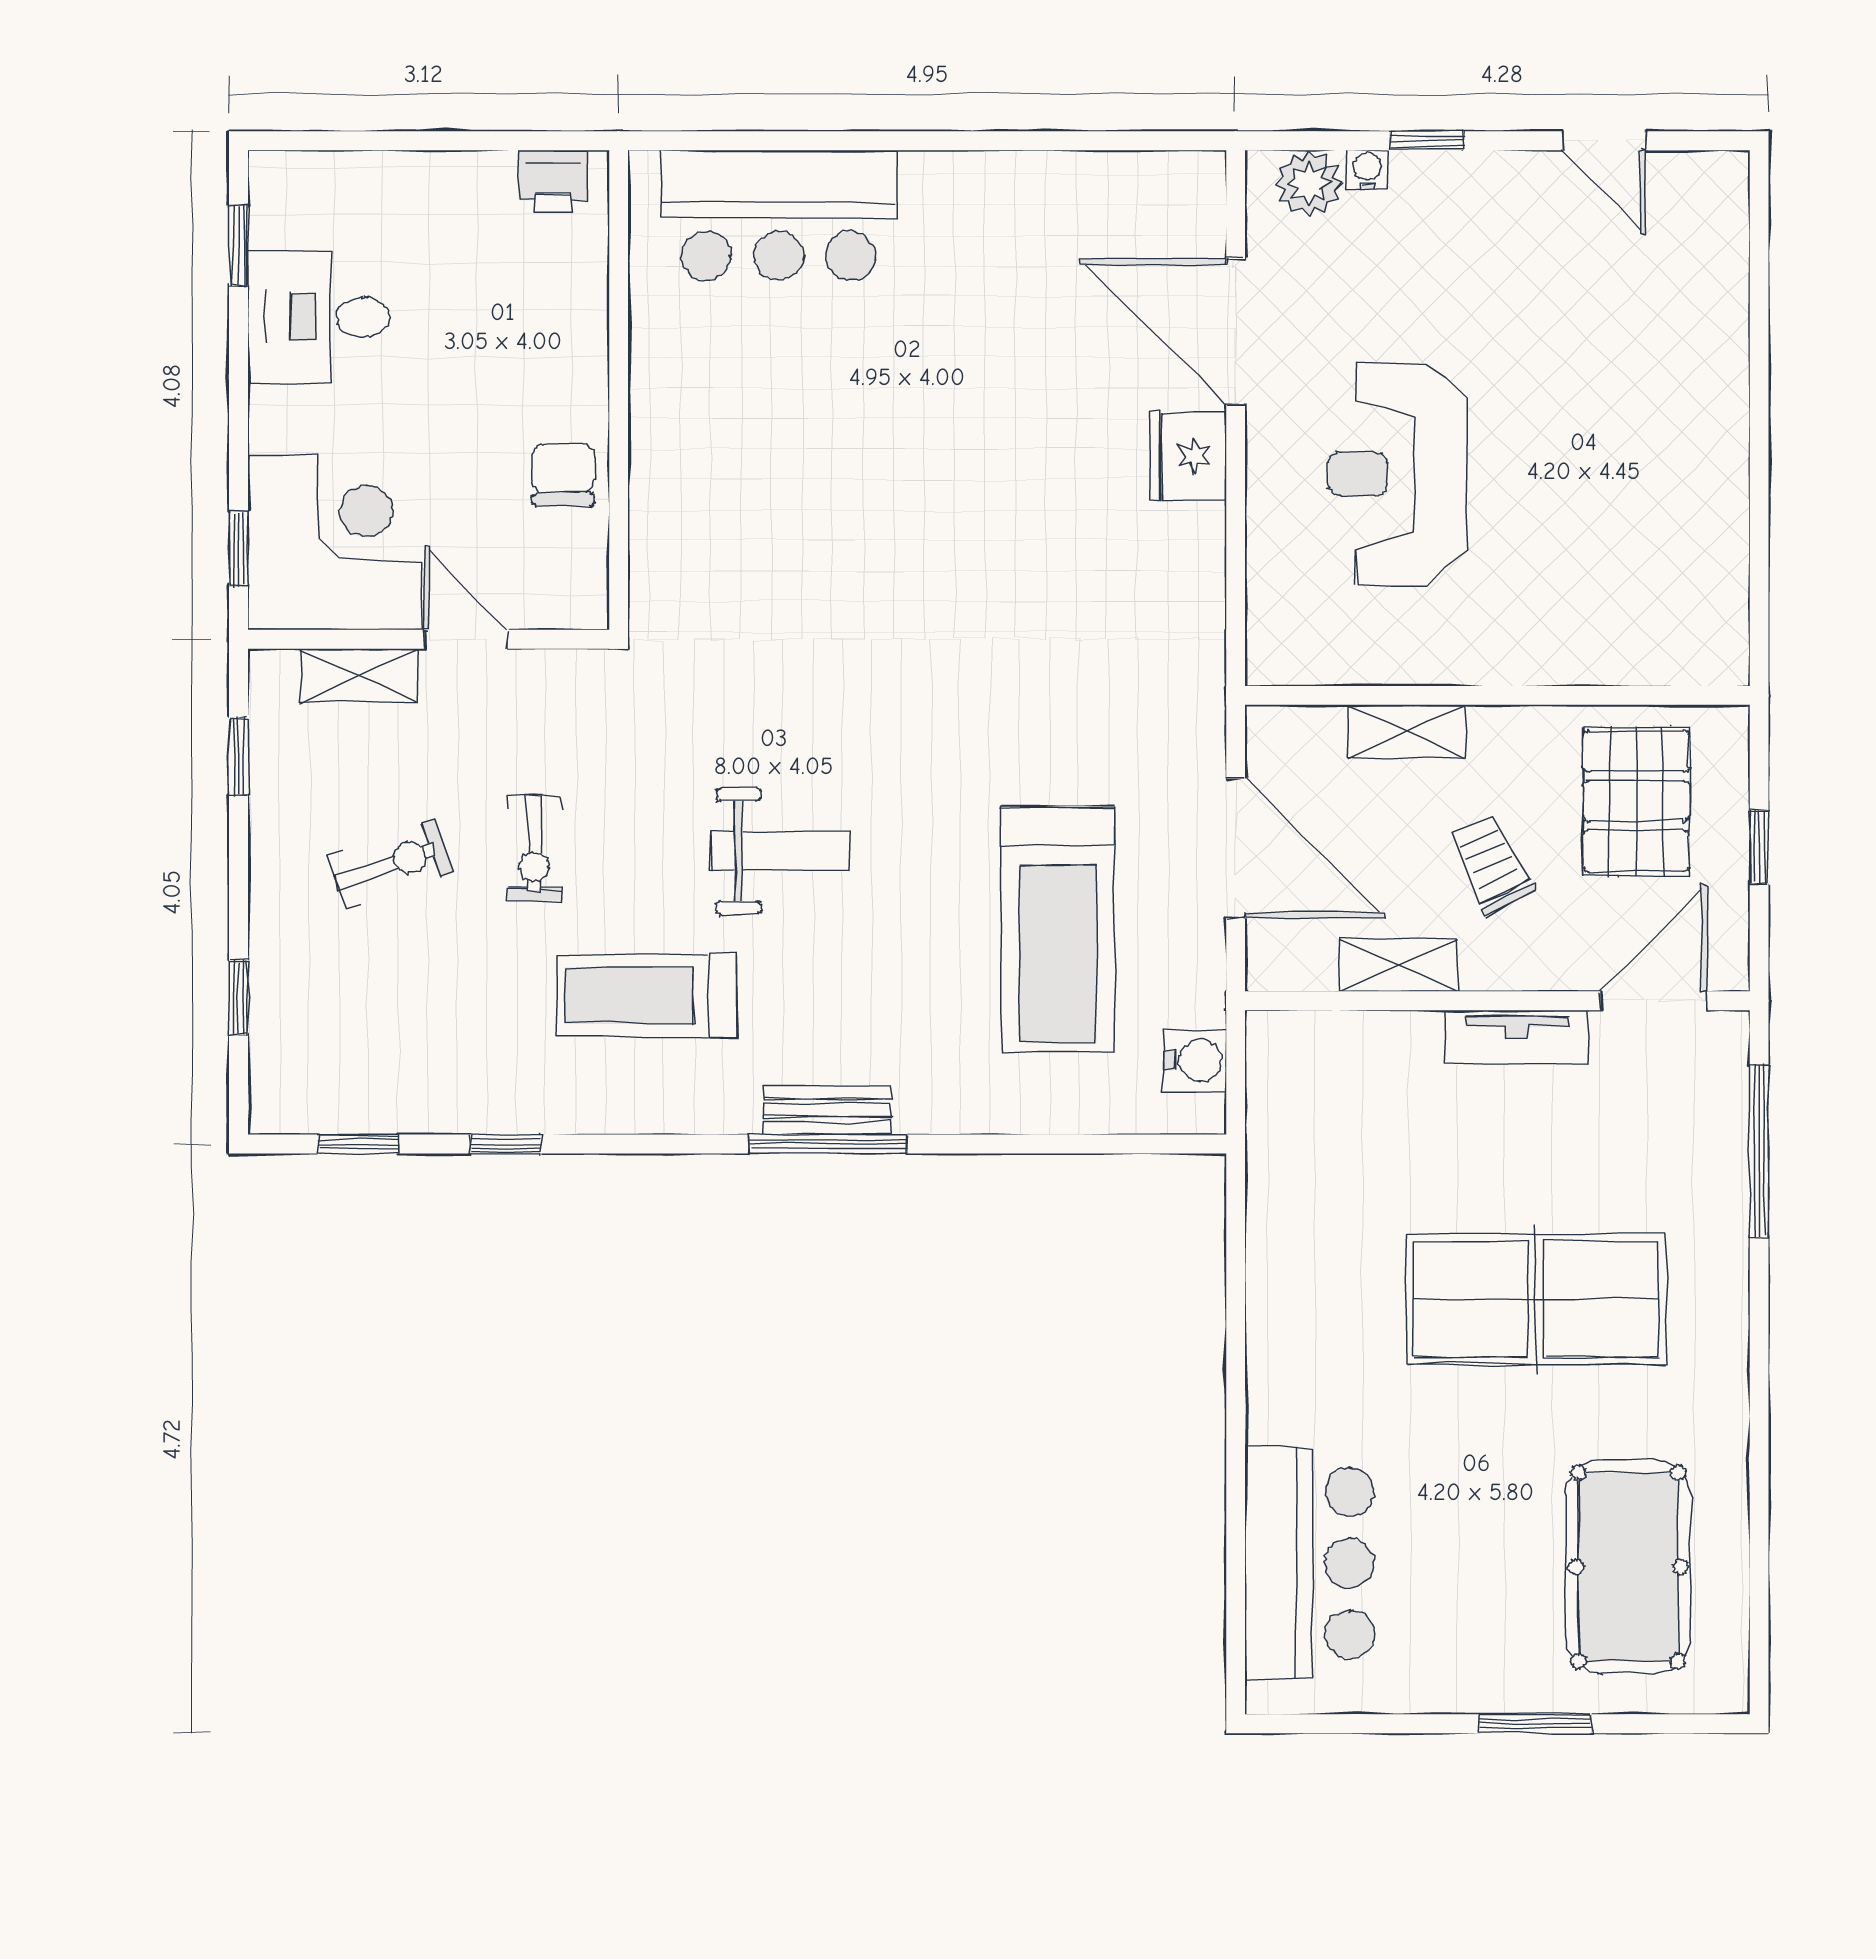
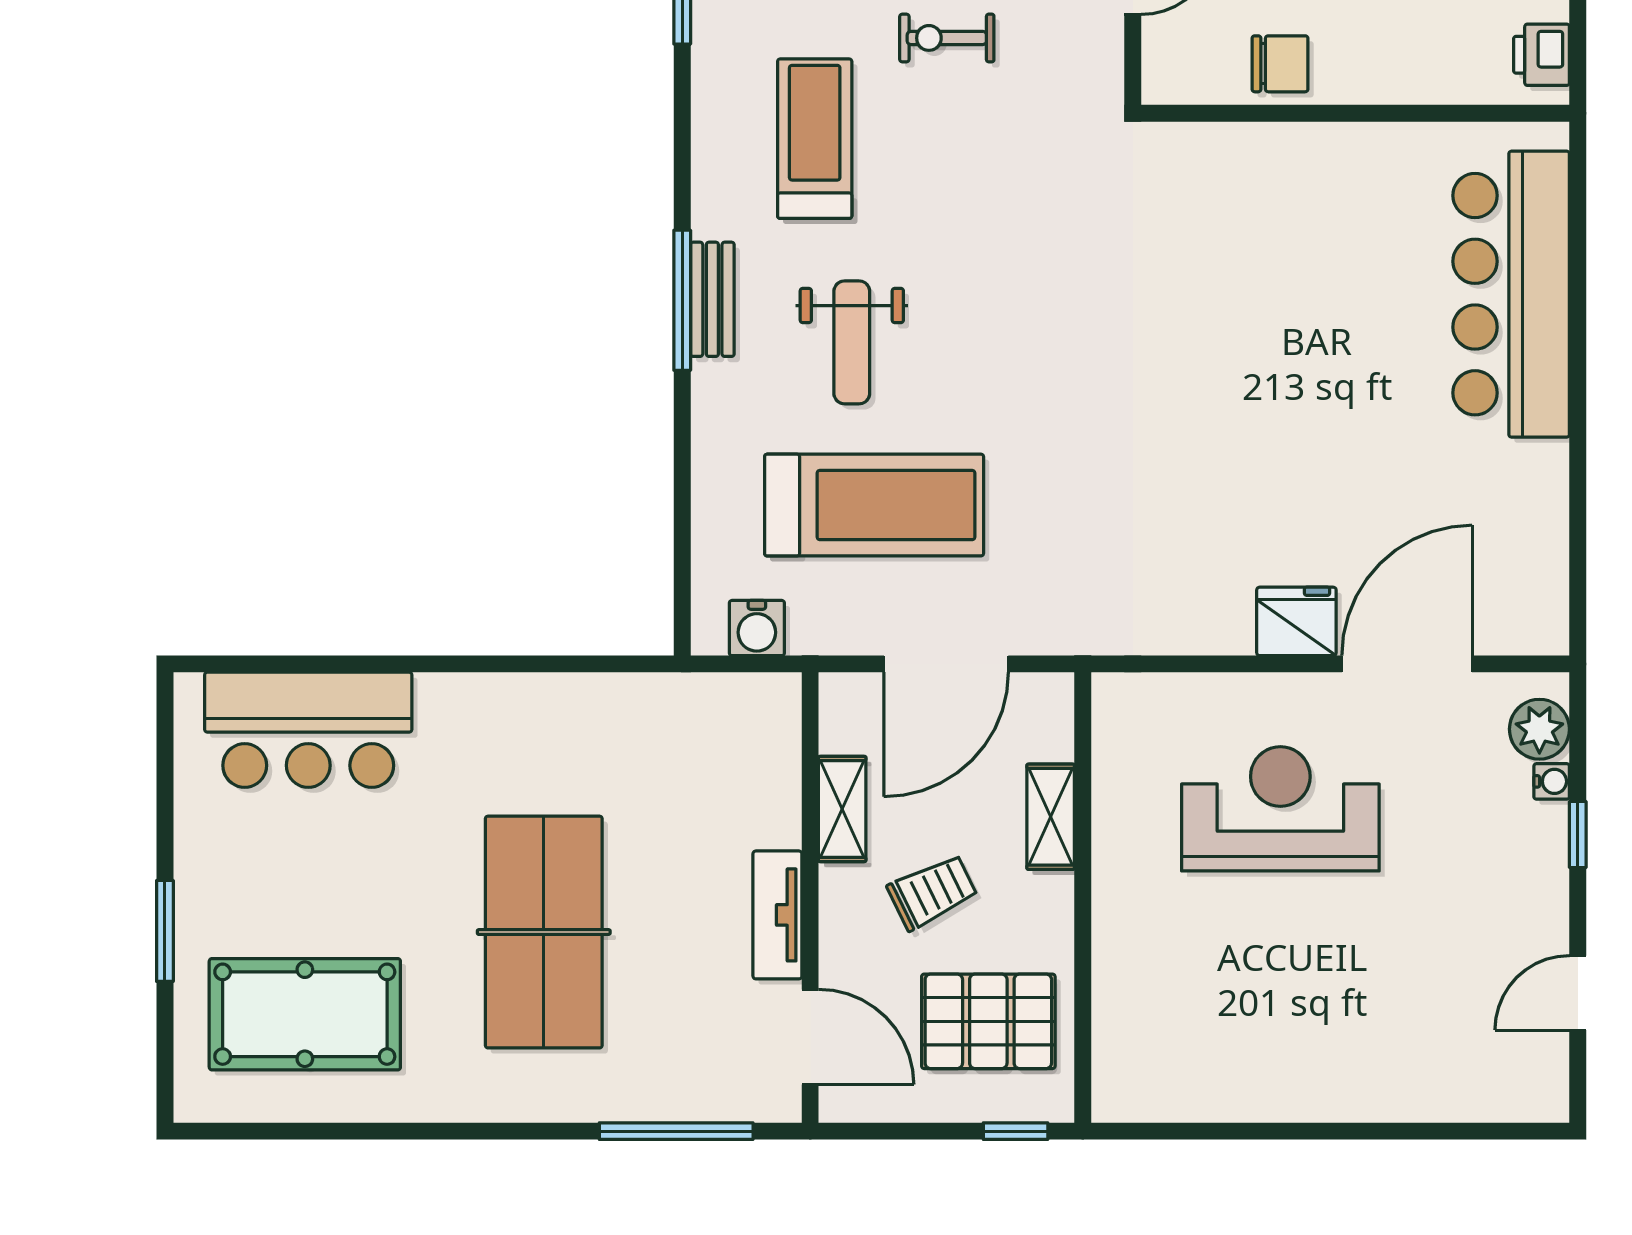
bar counter: (779, 215) -> (1511, 294), width x1.36
window: (1759, 847) -> (1016, 1131), moved
weight bench: (780, 851) -> (852, 342), moved
treadmill: (1058, 929) -> (874, 505), turned 180

